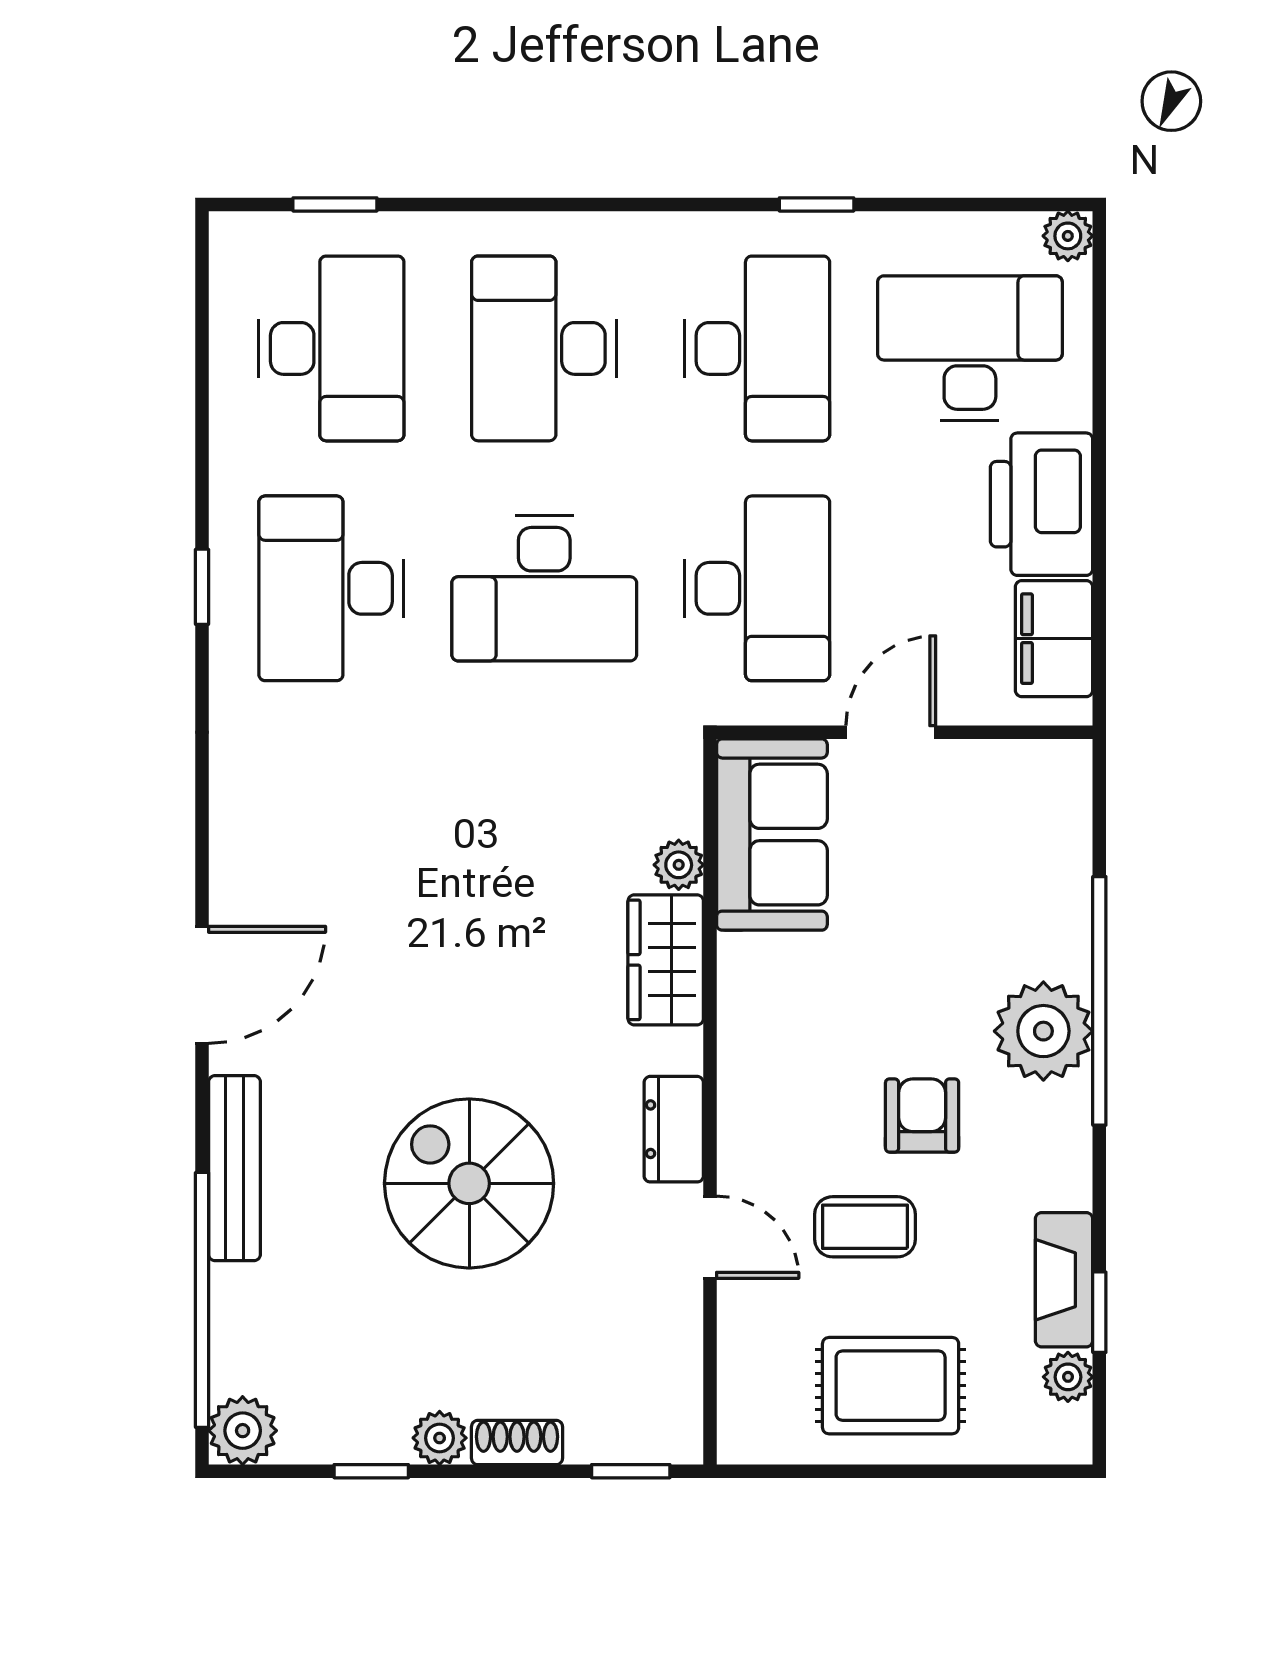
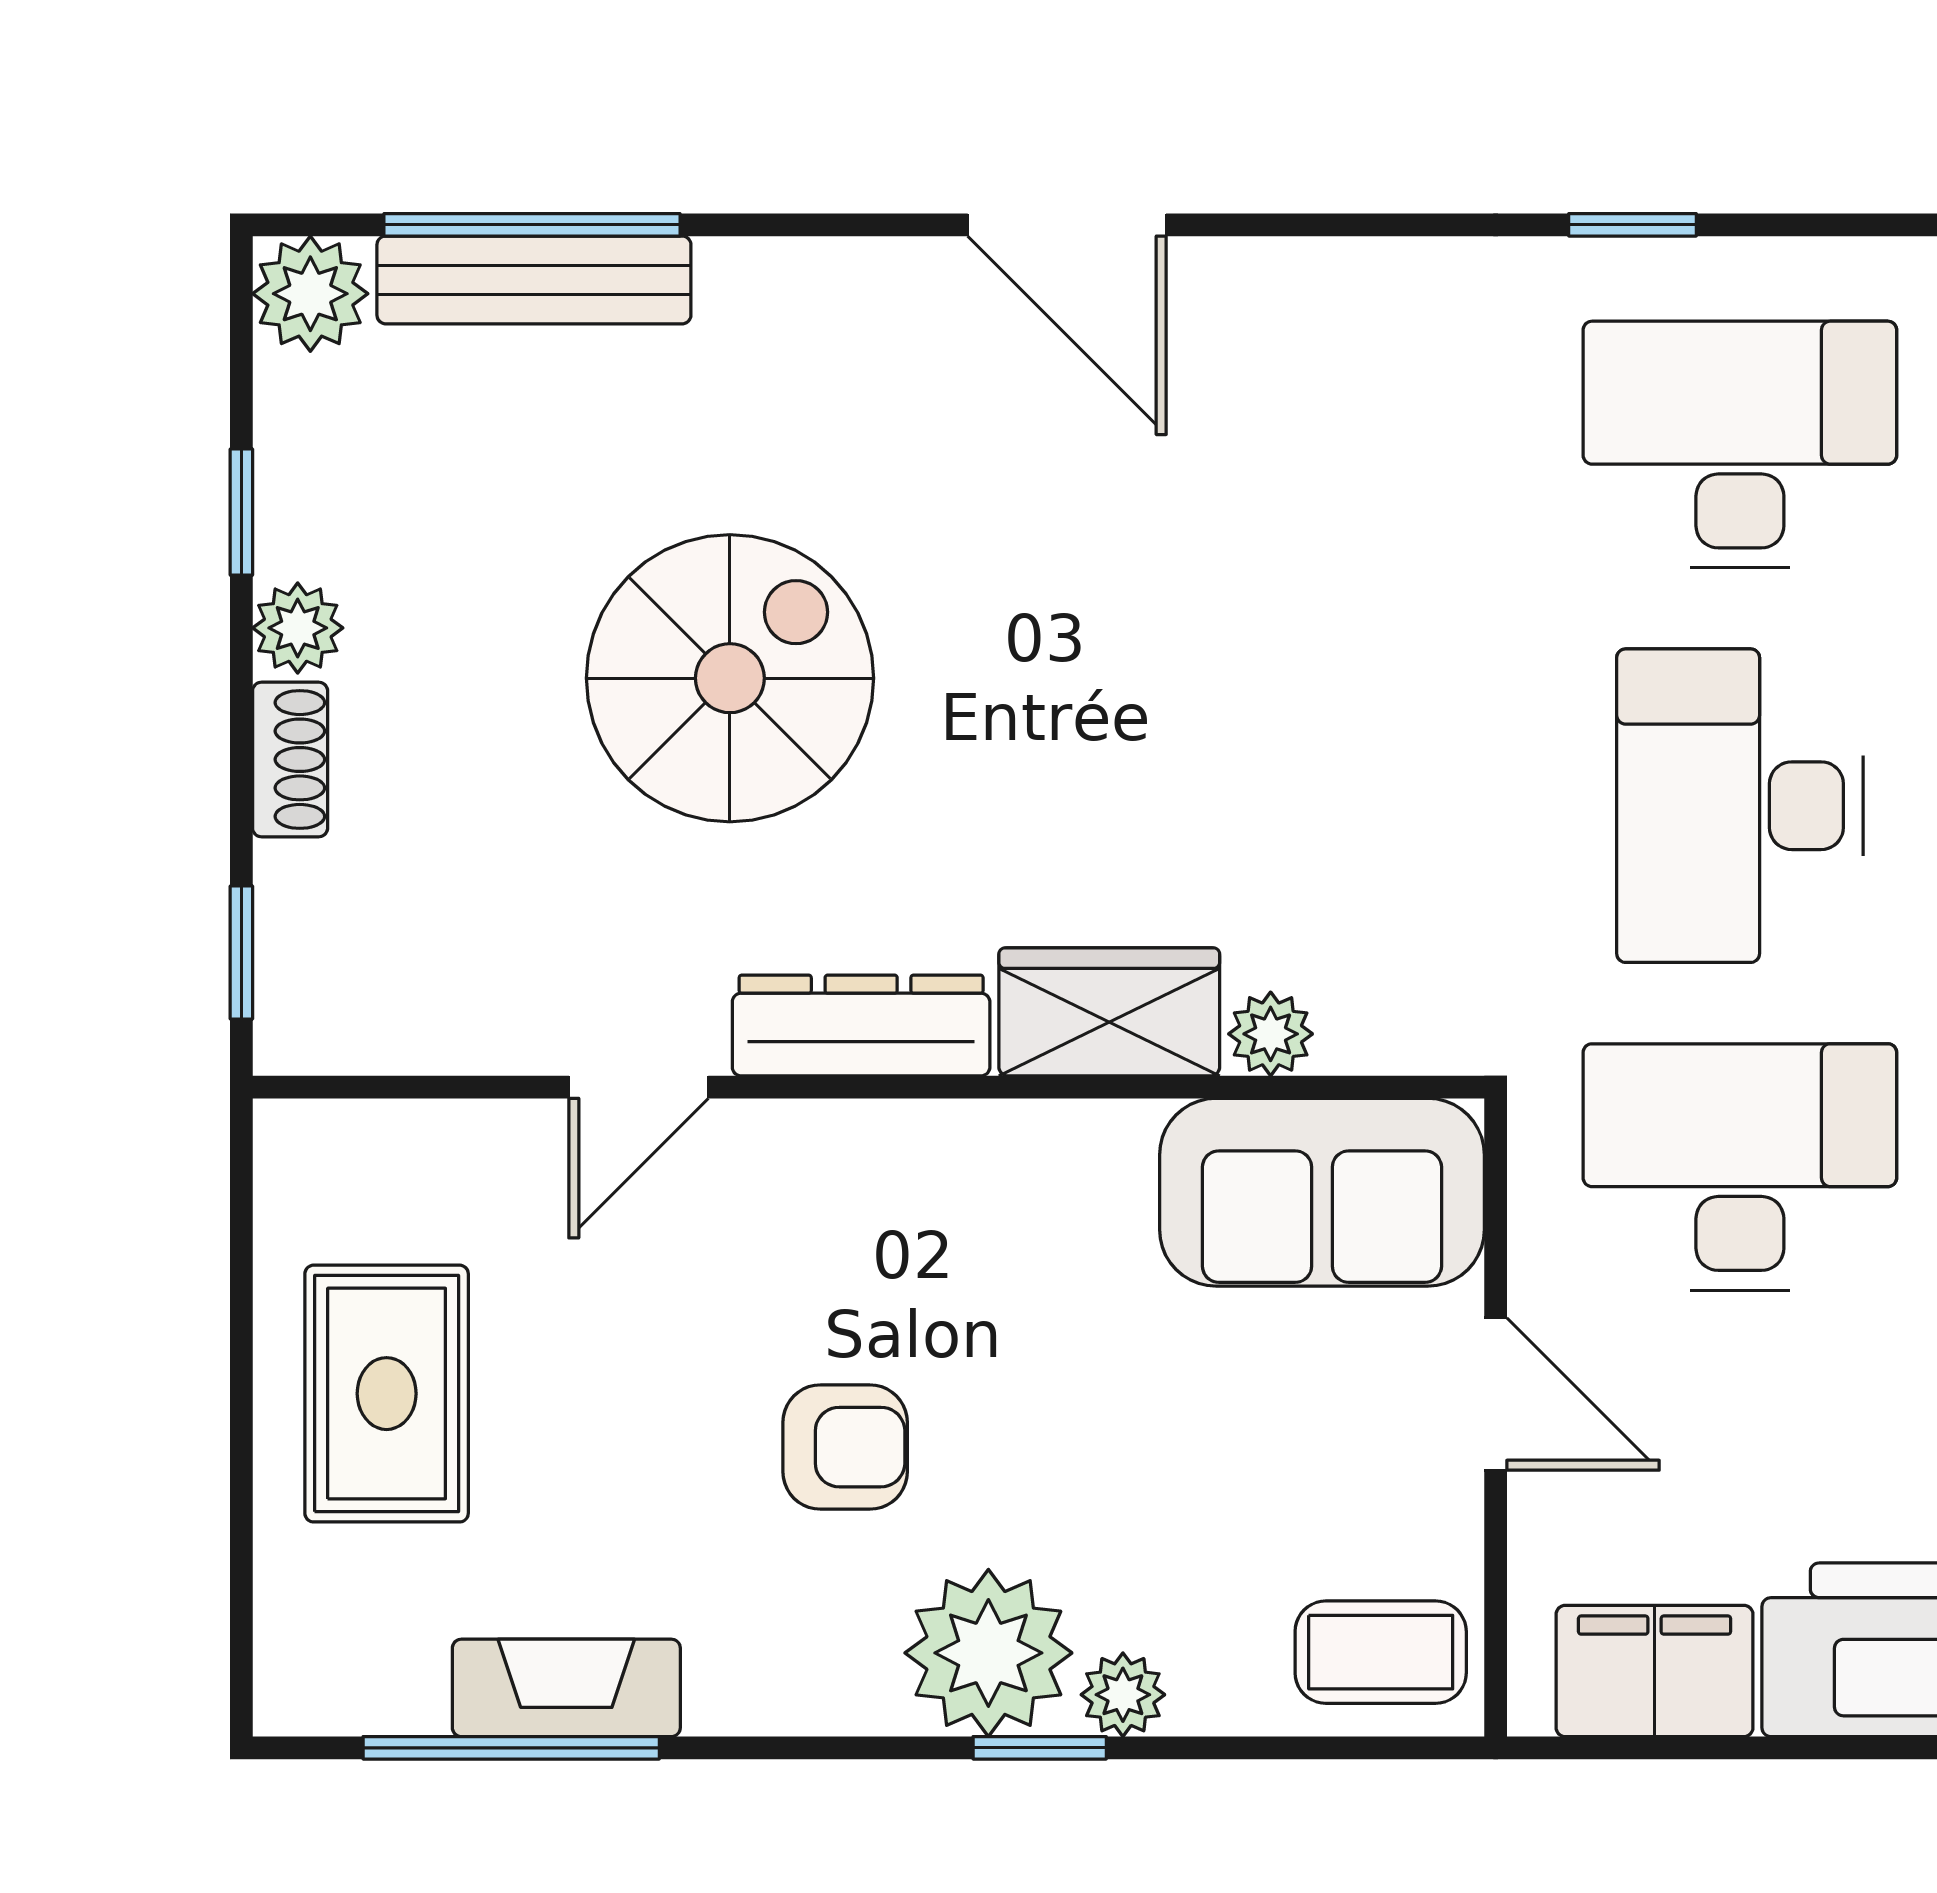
window: (202, 587) -> (1632, 225), moved
desk: (757, 588) -> (1740, 1167), turned 180
window: (1099, 1001) -> (1040, 1748), width x0.32
dresser: (674, 1129) -> (861, 1025), width x1.44
bench: (234, 1168) -> (534, 280), moved
coffee table: (865, 1227) -> (1381, 1652), moved, turned 90
window: (202, 1300) -> (532, 225), width x0.68
window: (1099, 1312) -> (511, 1748), width x2.17
plant: (1068, 1377) -> (1123, 1695), moved

